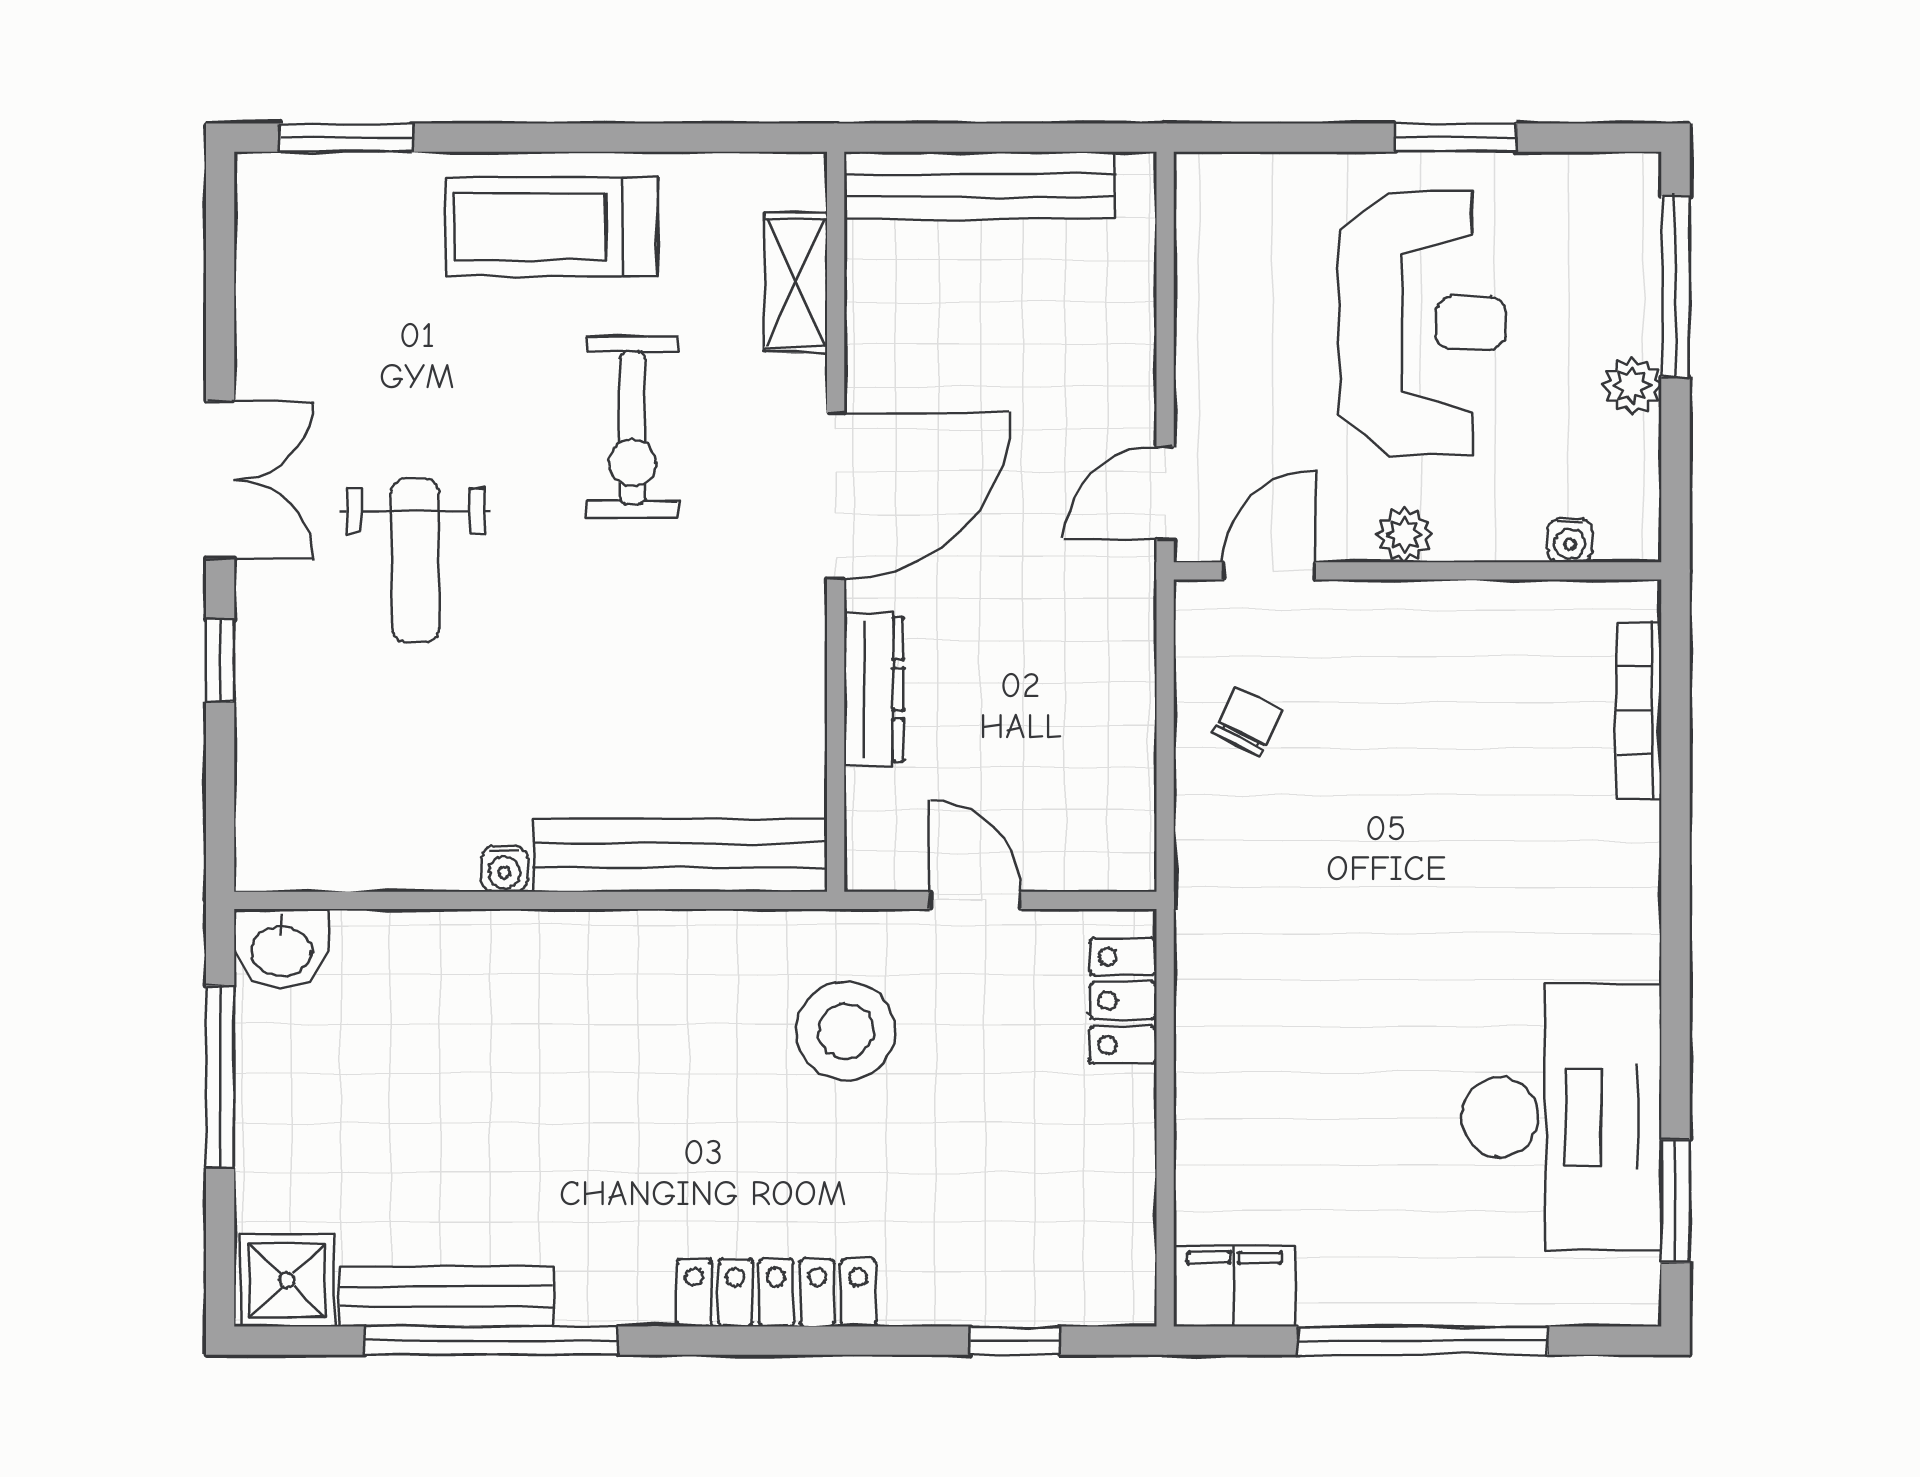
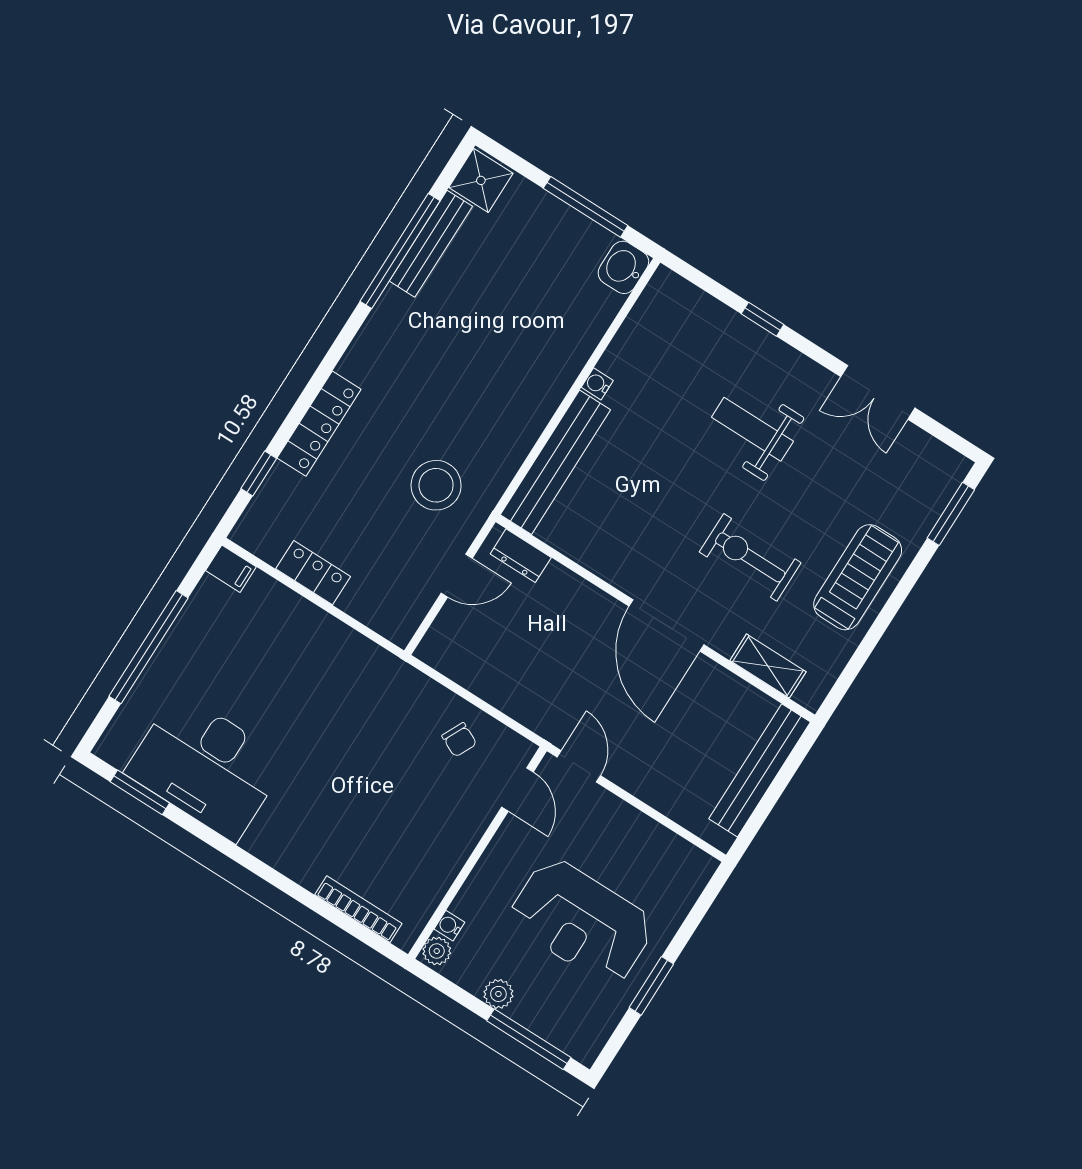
double door: (220, 480) -> (878, 392), moved
plant: (1404, 534) -> (437, 951), moved
dresser: (874, 689) -> (521, 556), moved, width x0.70
locker: (1123, 1001) -> (313, 573), moved
filing cabinet: (1234, 1286) -> (231, 569), width x0.50
locker: (776, 1293) -> (319, 424), moved

